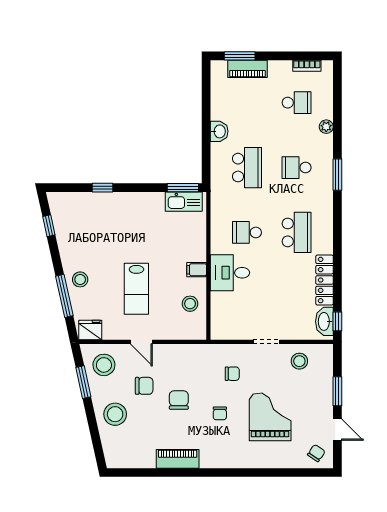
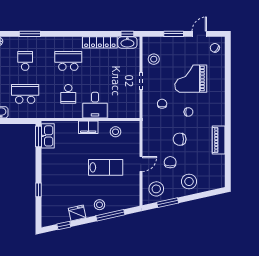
school desk: (297, 168) -> (25, 61), turned 180
filing cabinet: (197, 270) -> (88, 127), width x2.00
fridge: (90, 330) -> (77, 213), moved, turned 78

